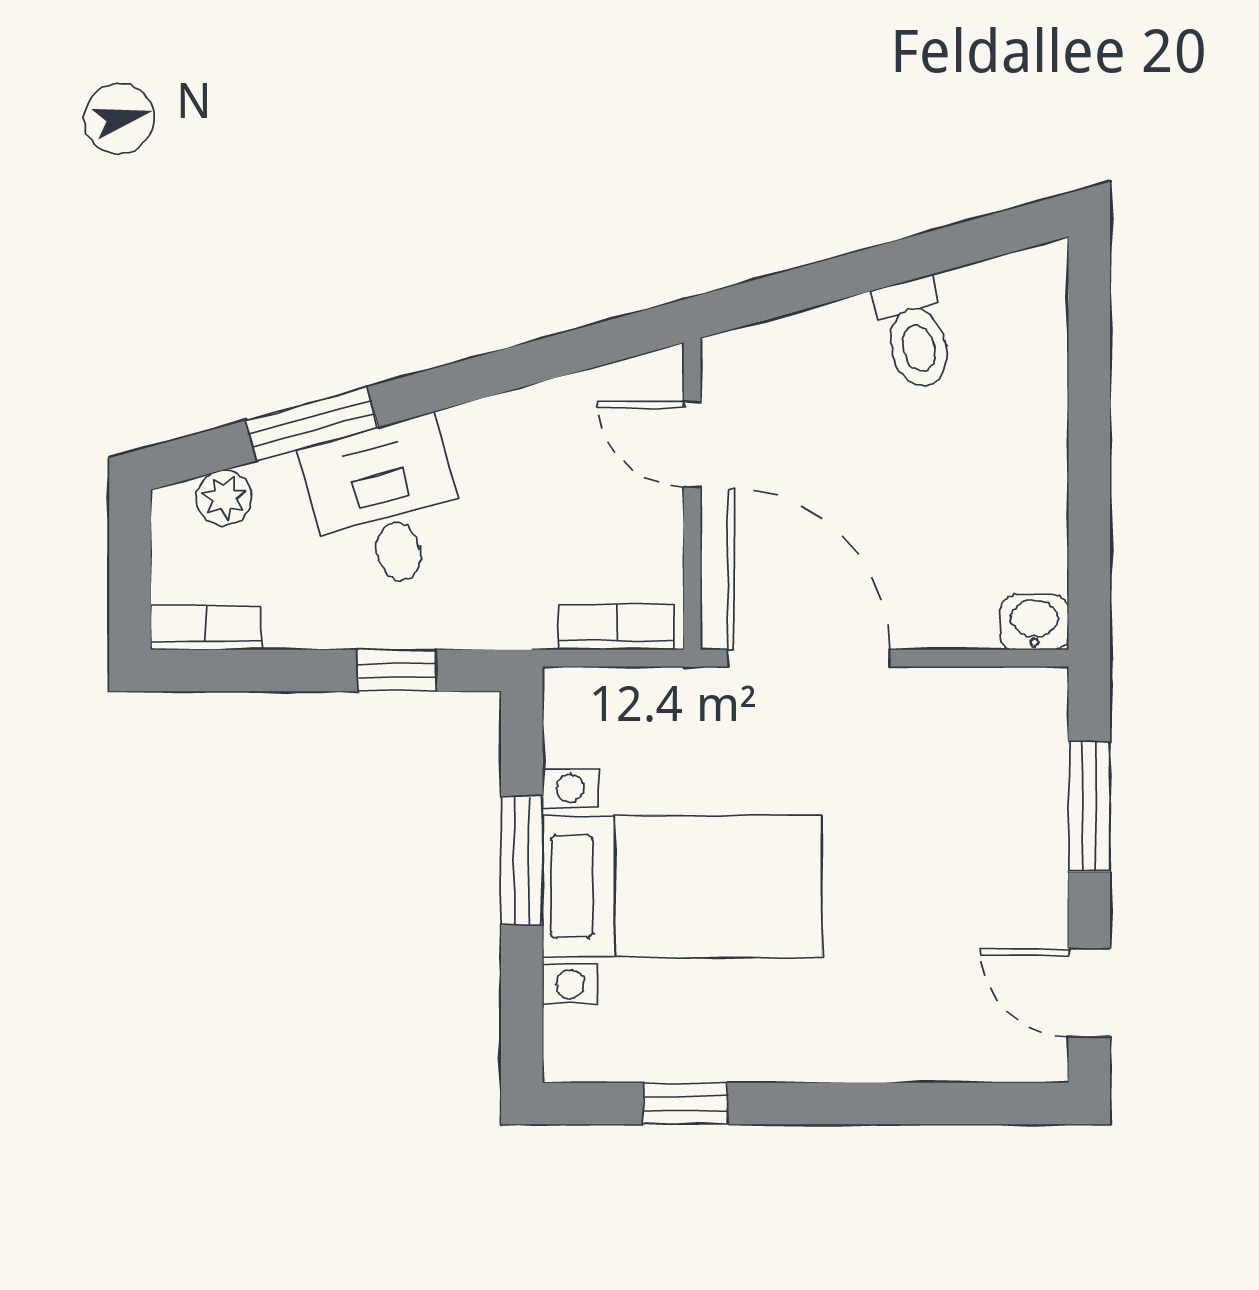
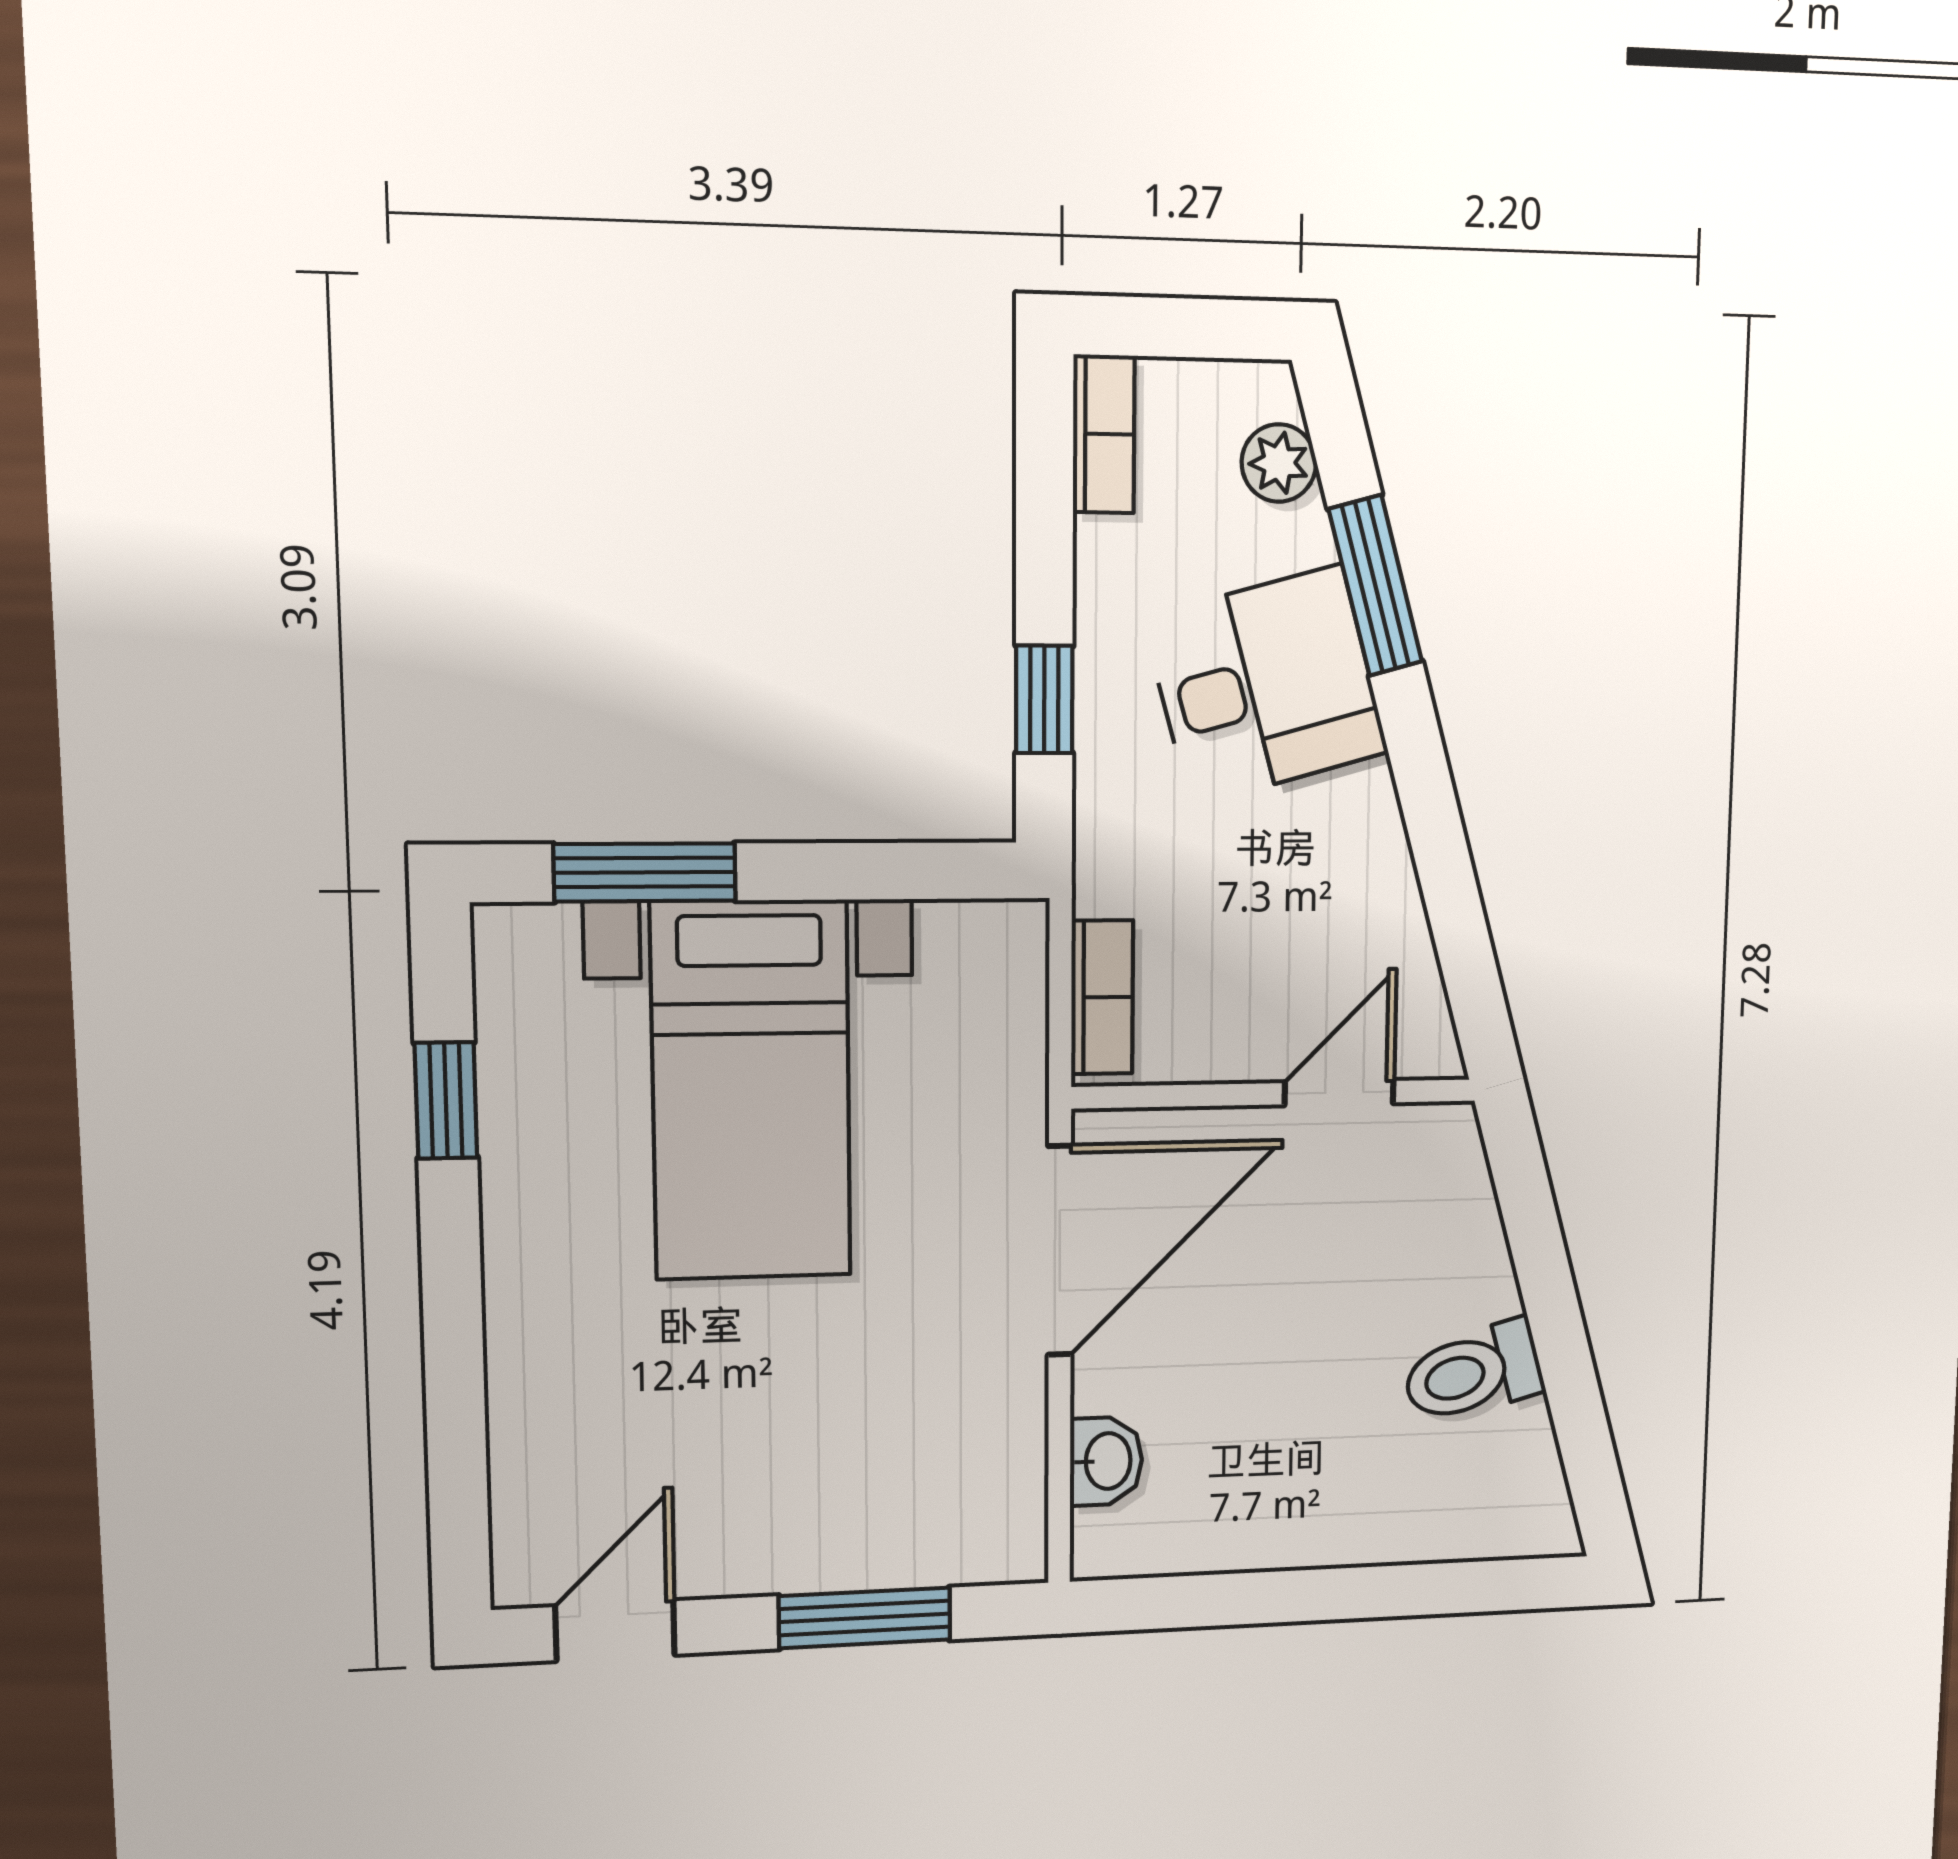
washbasin: (1034, 622) -> (1106, 1461), moved
window: (522, 860) -> (645, 872), moved

